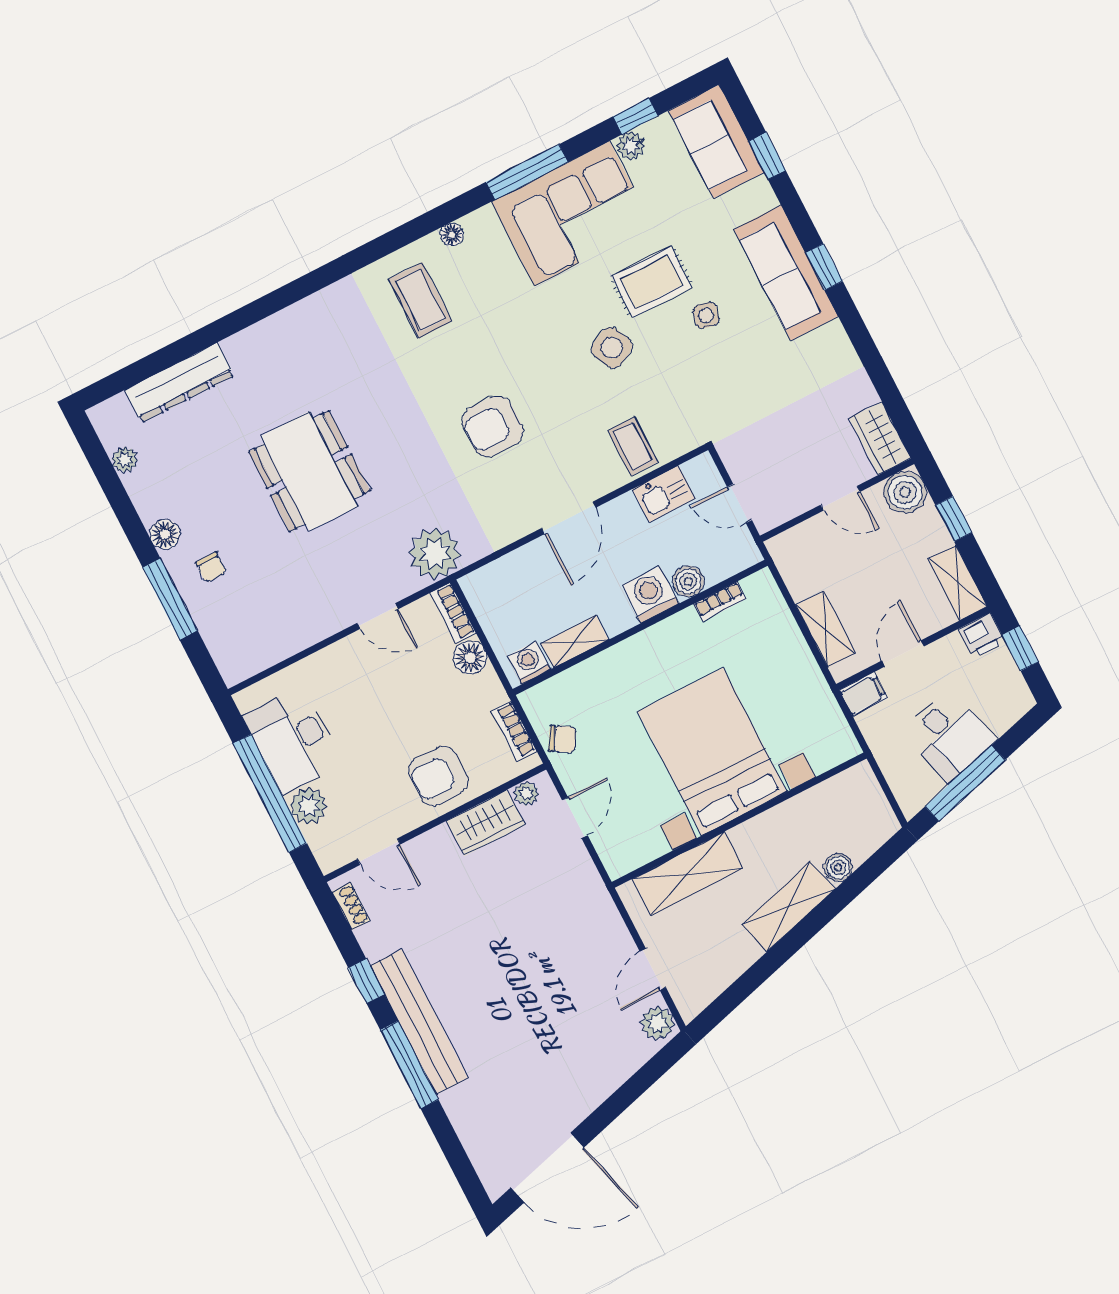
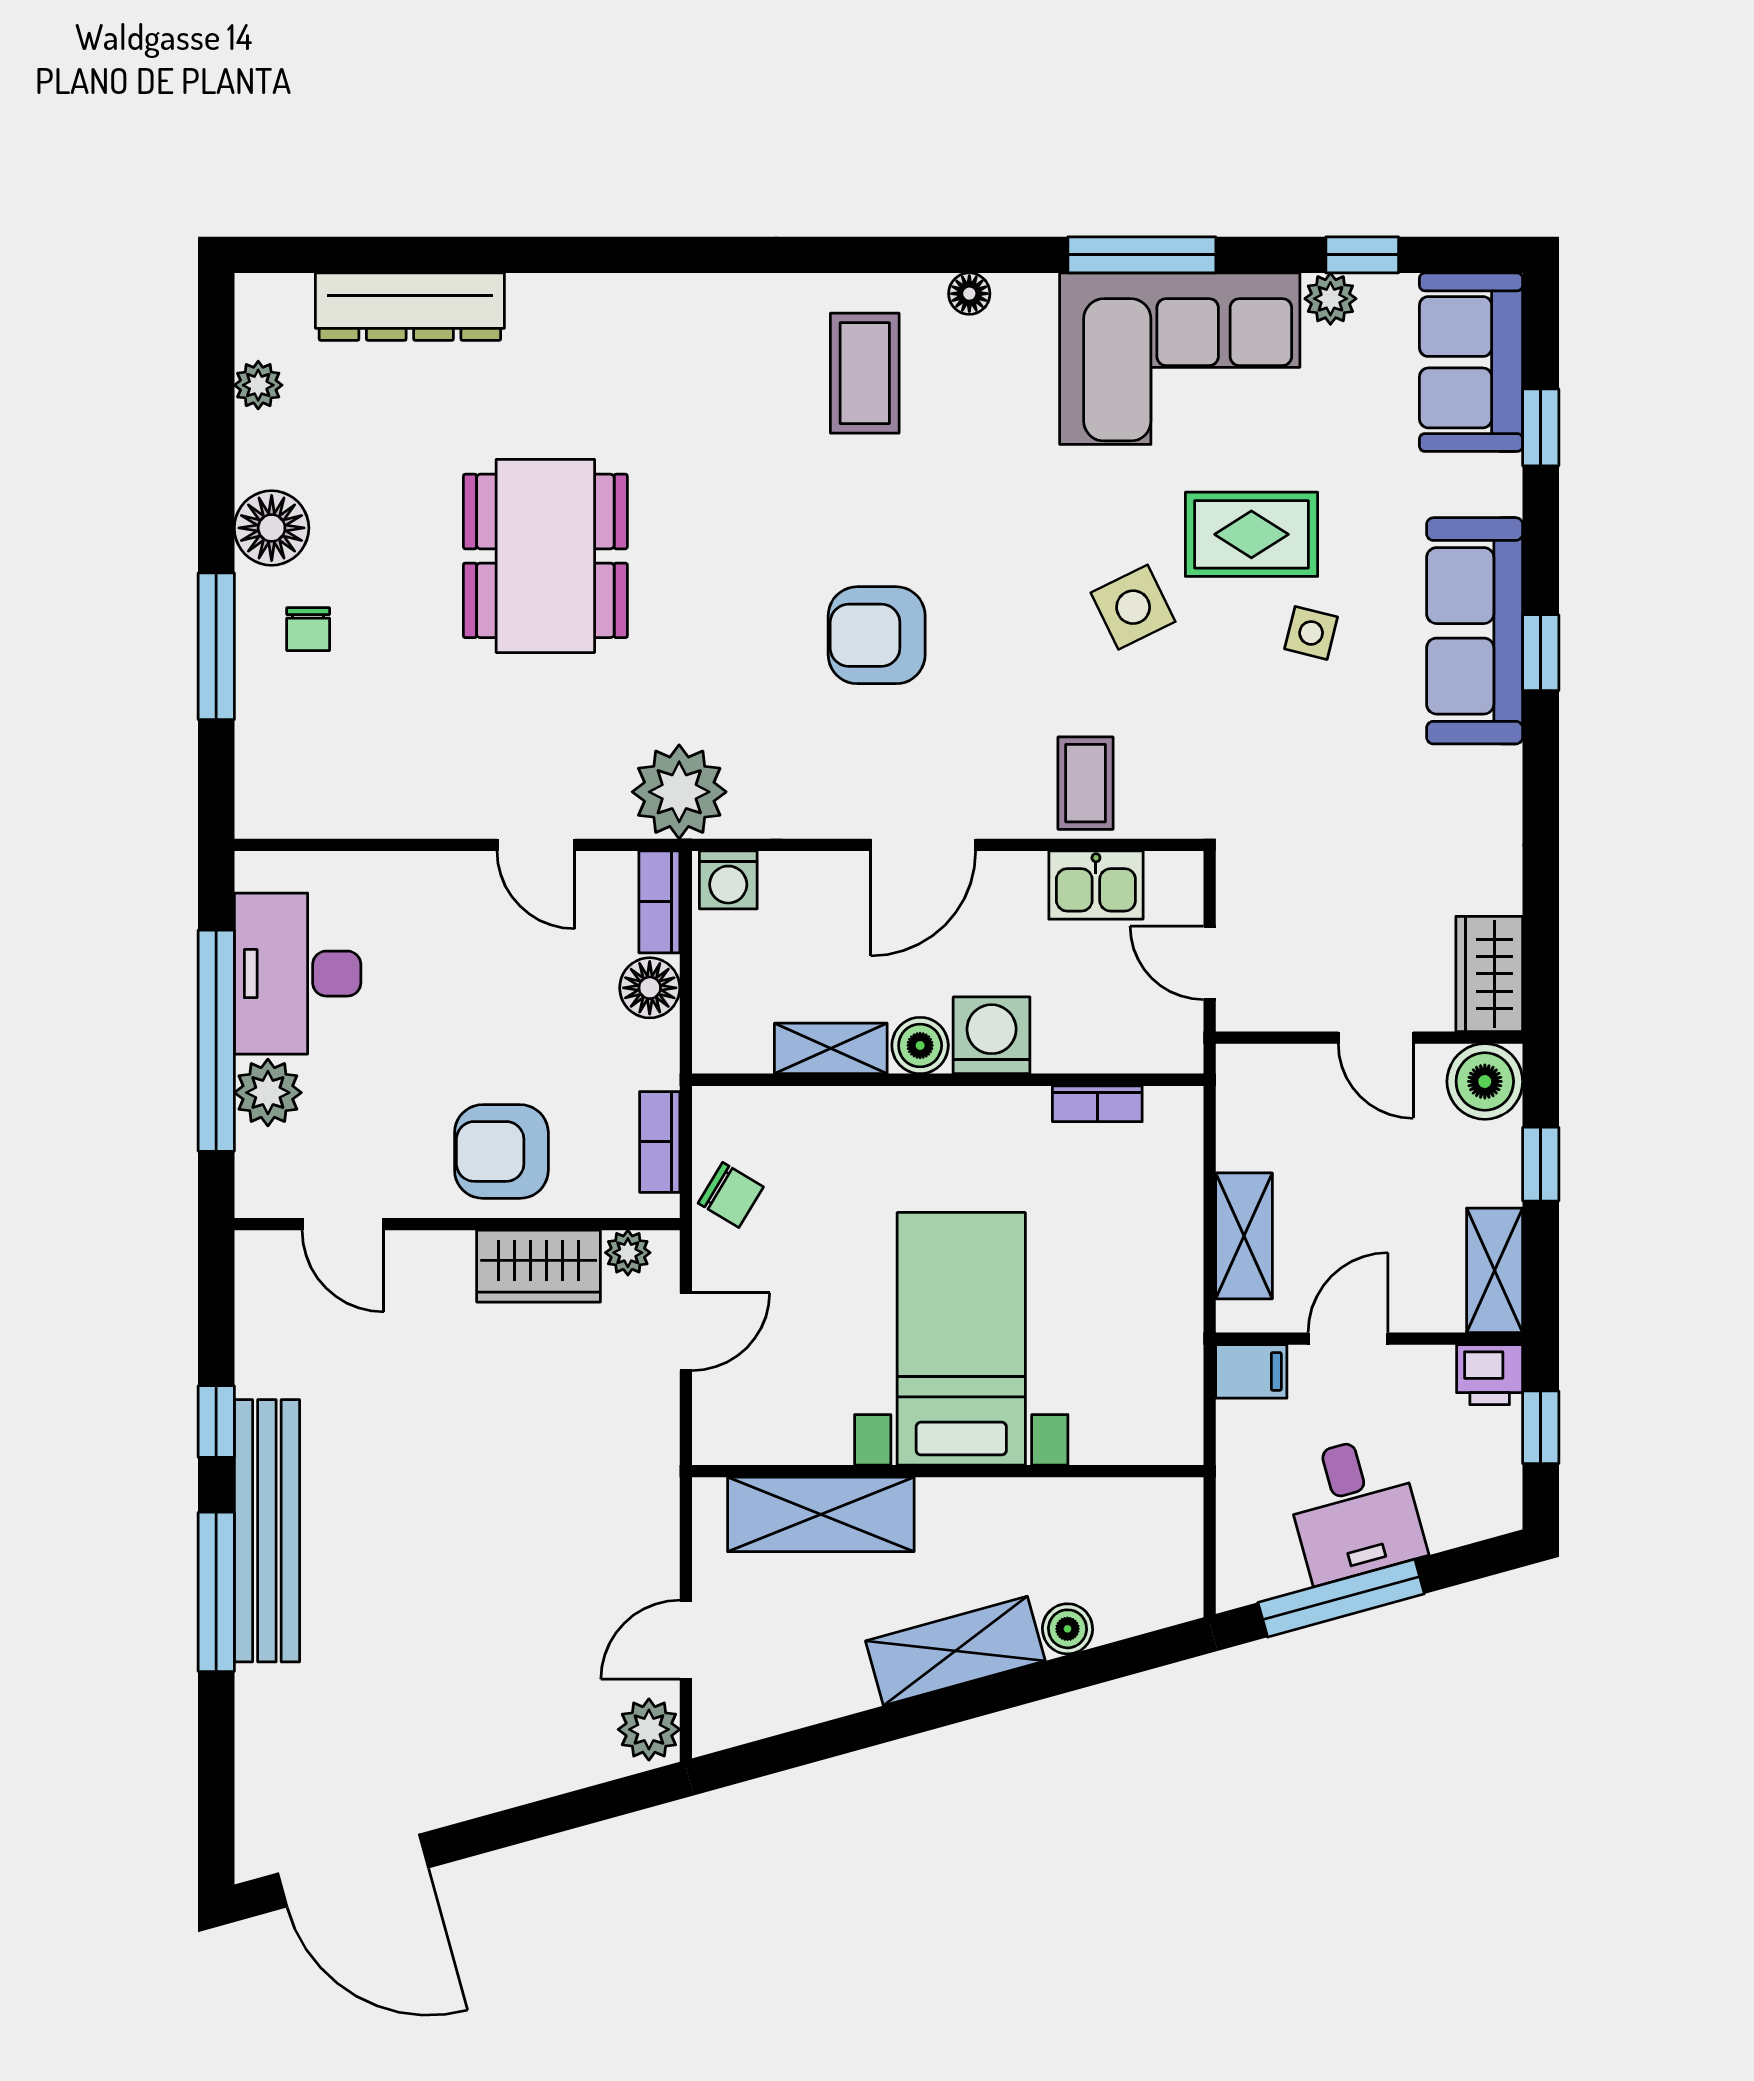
floor lamp: (165, 534) -> (272, 528), width x1.38, depth x1.38
boiler: (688, 581) -> (920, 1045), moved
washing machine: (529, 663) -> (728, 880), moved, turned 180
bed with nightstands: (712, 752) -> (961, 1339), width x0.73
shoe rack: (351, 906) -> (253, 1289), removed

